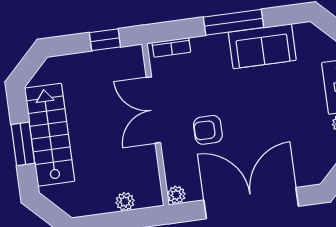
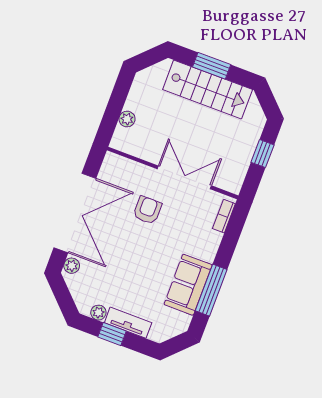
window: (233, 22) -> (211, 290), moved
window: (105, 40) -> (262, 154), moved
plant: (176, 195) -> (72, 266), moved

